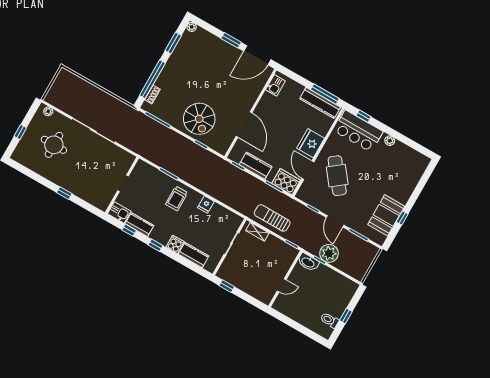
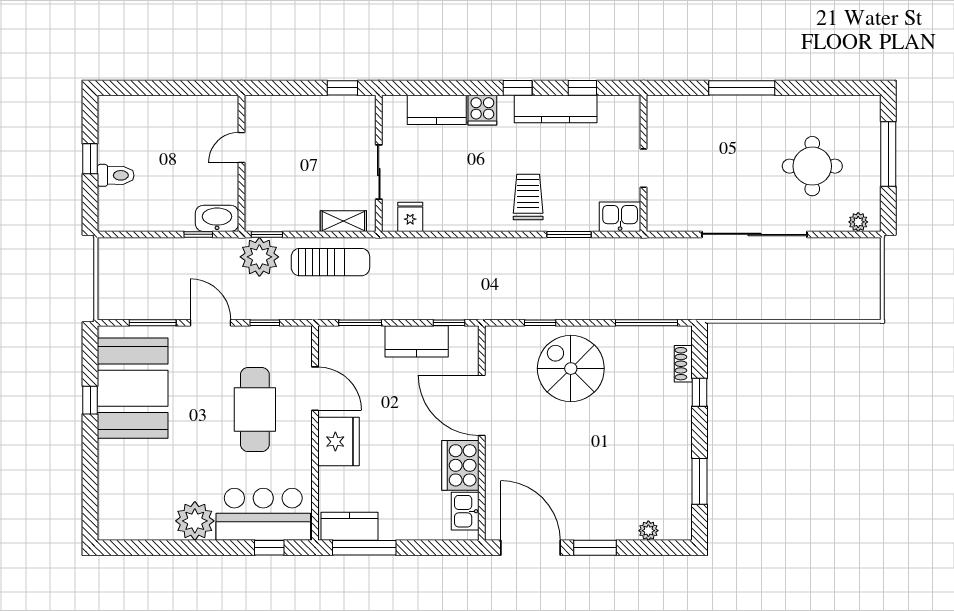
plant: (192, 27) -> (648, 531), moved
door: (257, 55) -> (530, 548), hinge flipped
window: (152, 79) -> (699, 392), width x0.32
kitchen counter: (320, 103) -> (350, 526), width x0.67
window: (20, 132) -> (888, 154), width x2.17
plant: (390, 141) -> (195, 521), width x1.88, depth x1.88
cafe table: (337, 176) -> (255, 410), turned 38
cooker: (286, 182) -> (460, 465), moved, turned 90
window: (64, 193) -> (742, 88), width x2.17
fridge: (206, 205) -> (410, 217), moved
kitchen sink: (119, 213) -> (620, 217), moved, turned 180
booth: (386, 215) -> (133, 388), width x1.36, depth x1.42
kitchen counter: (139, 225) -> (556, 109), width x1.50
plant: (329, 253) -> (259, 257), moved
toilet: (330, 320) -> (116, 175), moved

